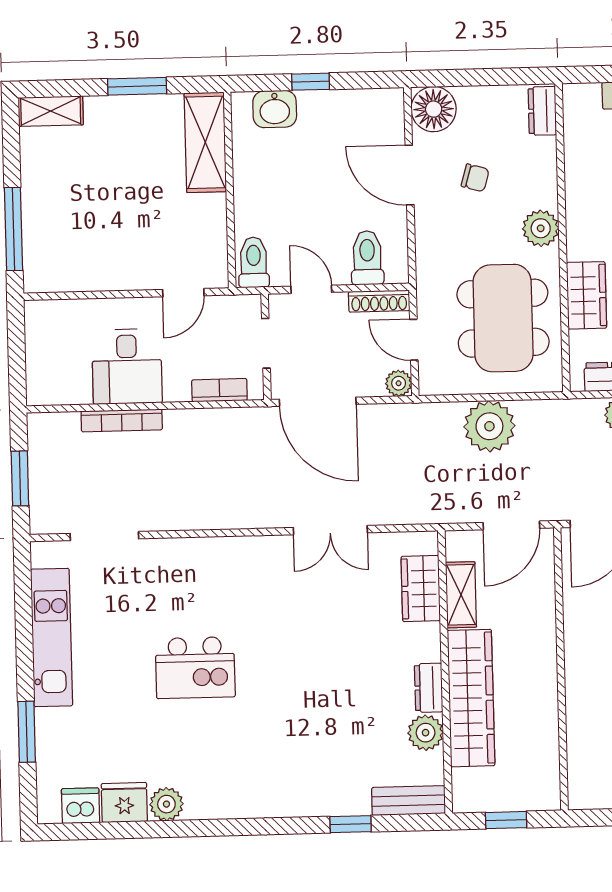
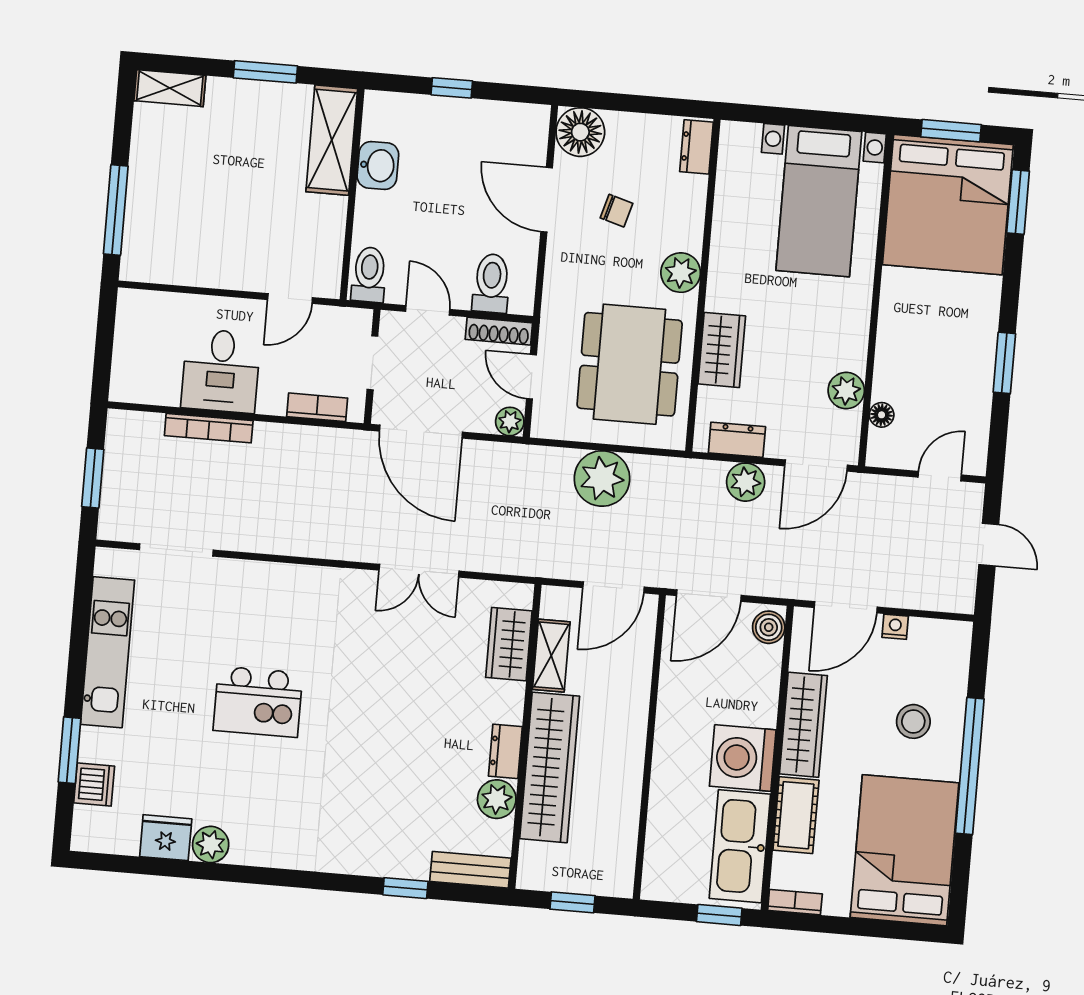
washbasin: (275, 109) -> (378, 165), moved, turned -90
dishwasher: (81, 806) -> (94, 784), moved, turned 90

